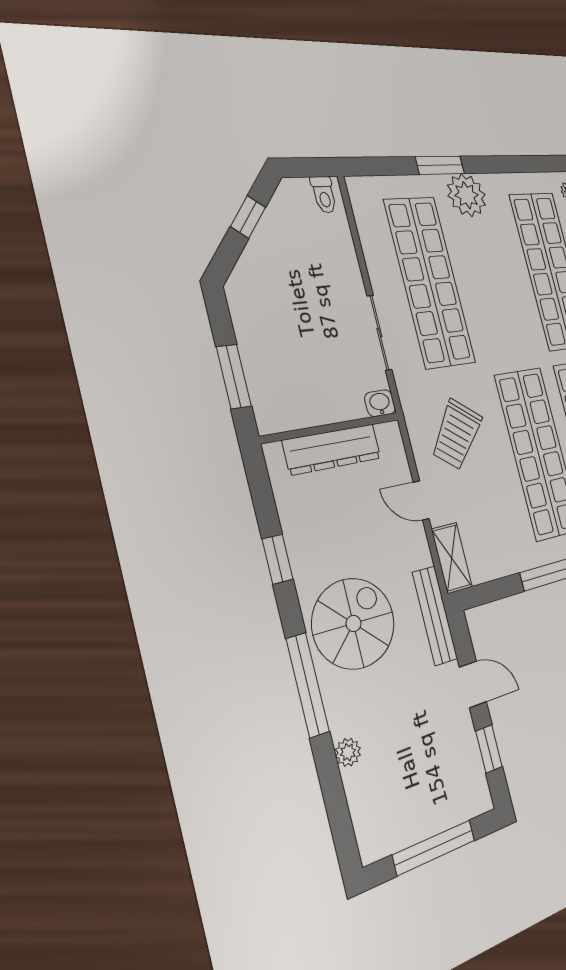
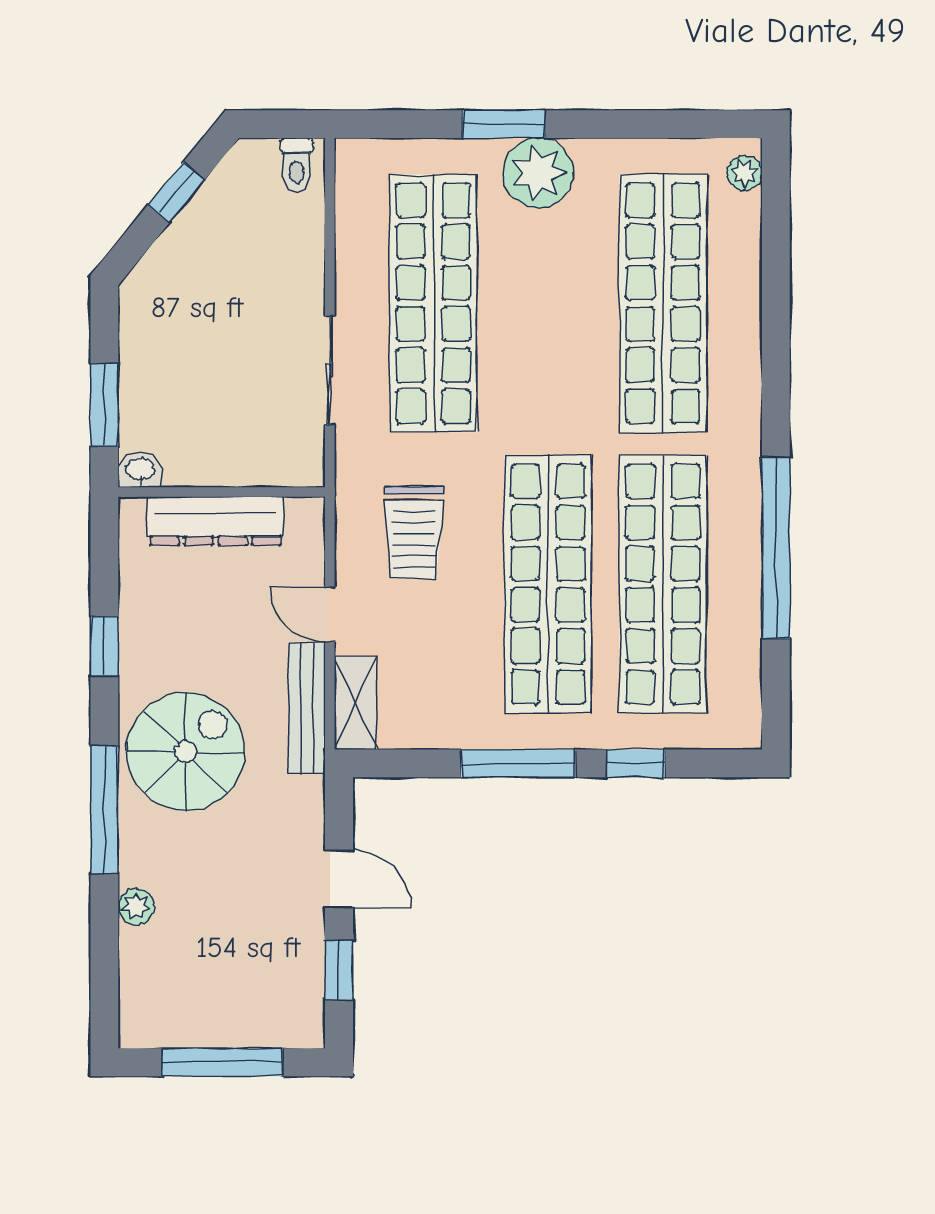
washbasin: (380, 403) -> (140, 470), moved
trolley: (457, 434) -> (414, 533), turned -38
bench: (435, 616) -> (307, 708), moved

